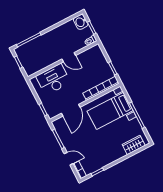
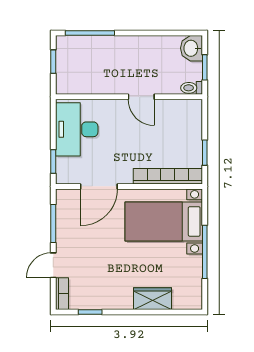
desk: (53, 79) -> (77, 129), moved, turned -90
wardrobe: (134, 145) -> (152, 299), moved
door: (69, 159) -> (53, 265), swing flipped

